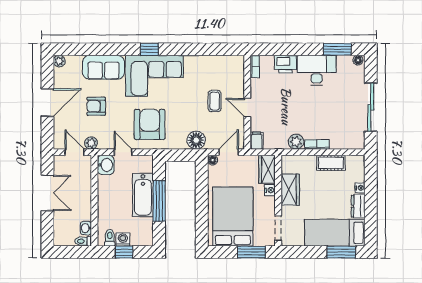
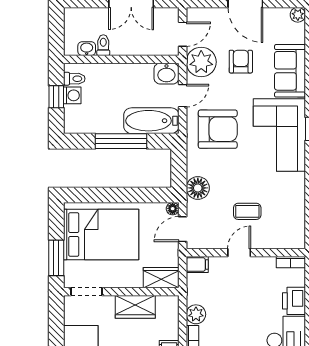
plant: (91, 143) -> (201, 62), width x1.87, depth x1.87
door: (229, 152) -> (183, 229), swing flipped
nightstand: (270, 190) -> (135, 281), removed
bathtub: (143, 195) -> (151, 121), moved
toilet: (83, 241) -> (103, 45), moved

